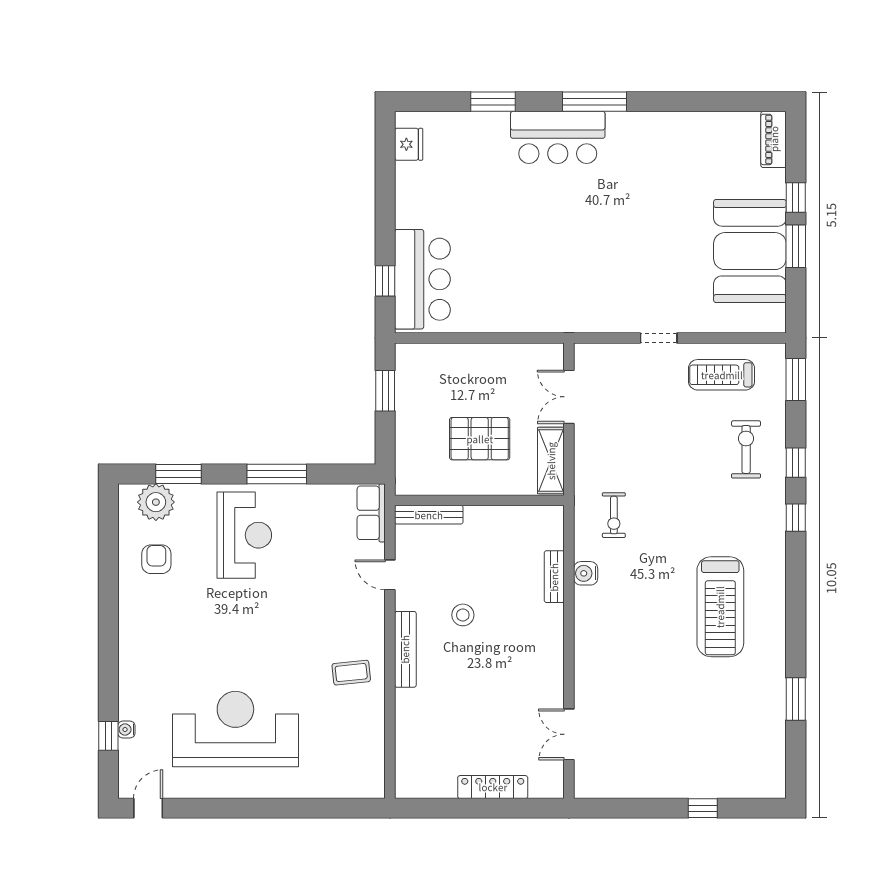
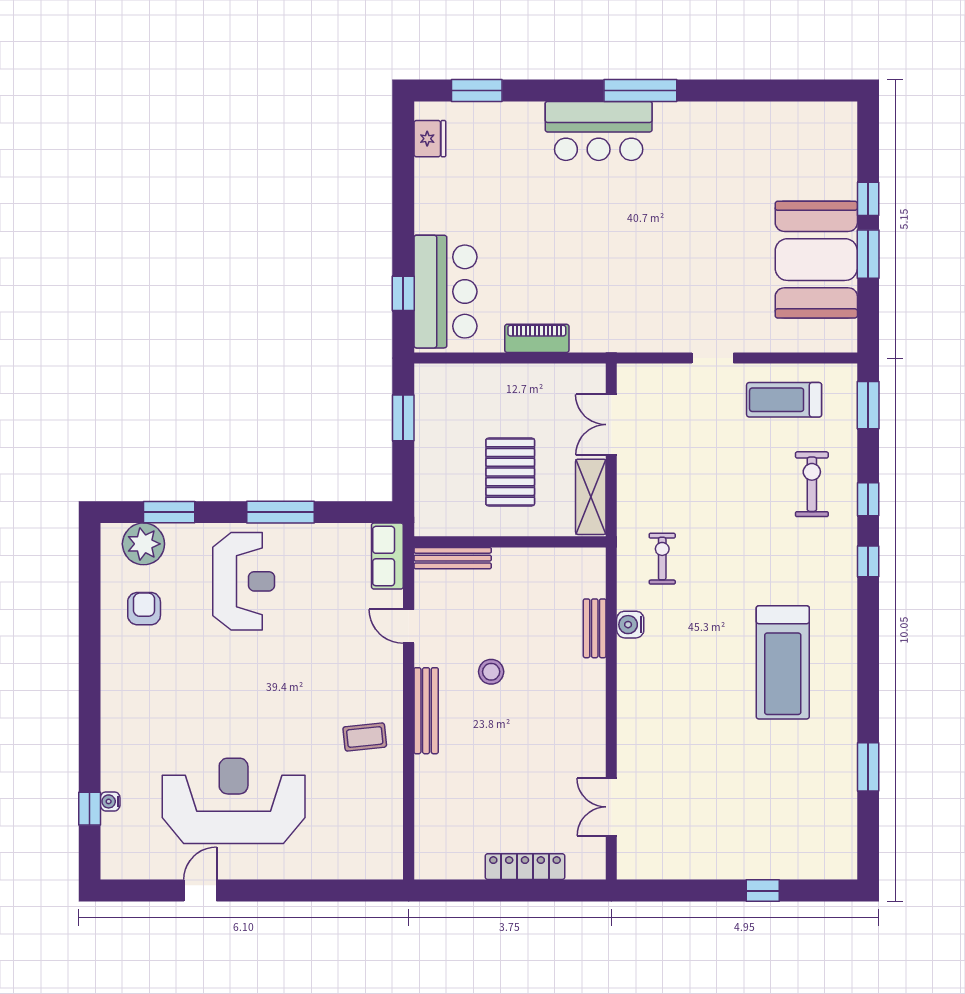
window: (493, 102) -> (477, 90), moved
piano: (774, 139) -> (537, 338), moved, turned 90
pallet: (480, 439) -> (510, 472), turned 90
exercise bike: (614, 515) -> (662, 559), turned 180
door: (148, 808) -> (200, 891), moved

